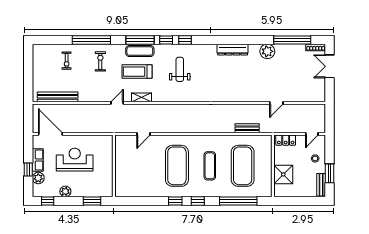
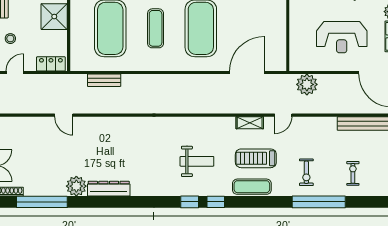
window: (140, 40) -> (252, 202), removed
dresser: (233, 50) -> (109, 189), moved
weight bench: (180, 69) -> (197, 161), turned -90
treadmill: (137, 72) -> (256, 158), turned 180
door: (276, 103) -> (64, 115), swing flipped
plant: (100, 125) -> (307, 84), added
door: (143, 134) -> (247, 72), width x1.87

